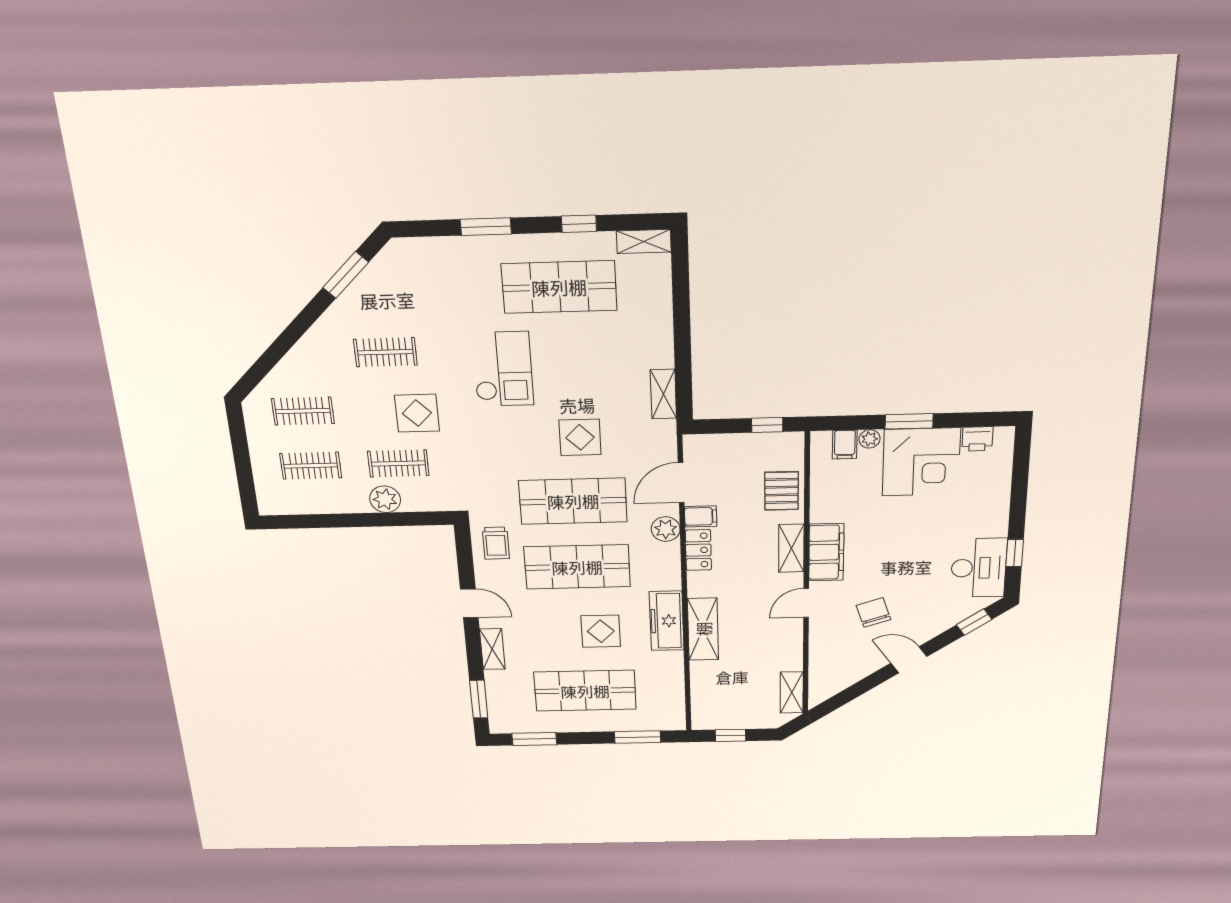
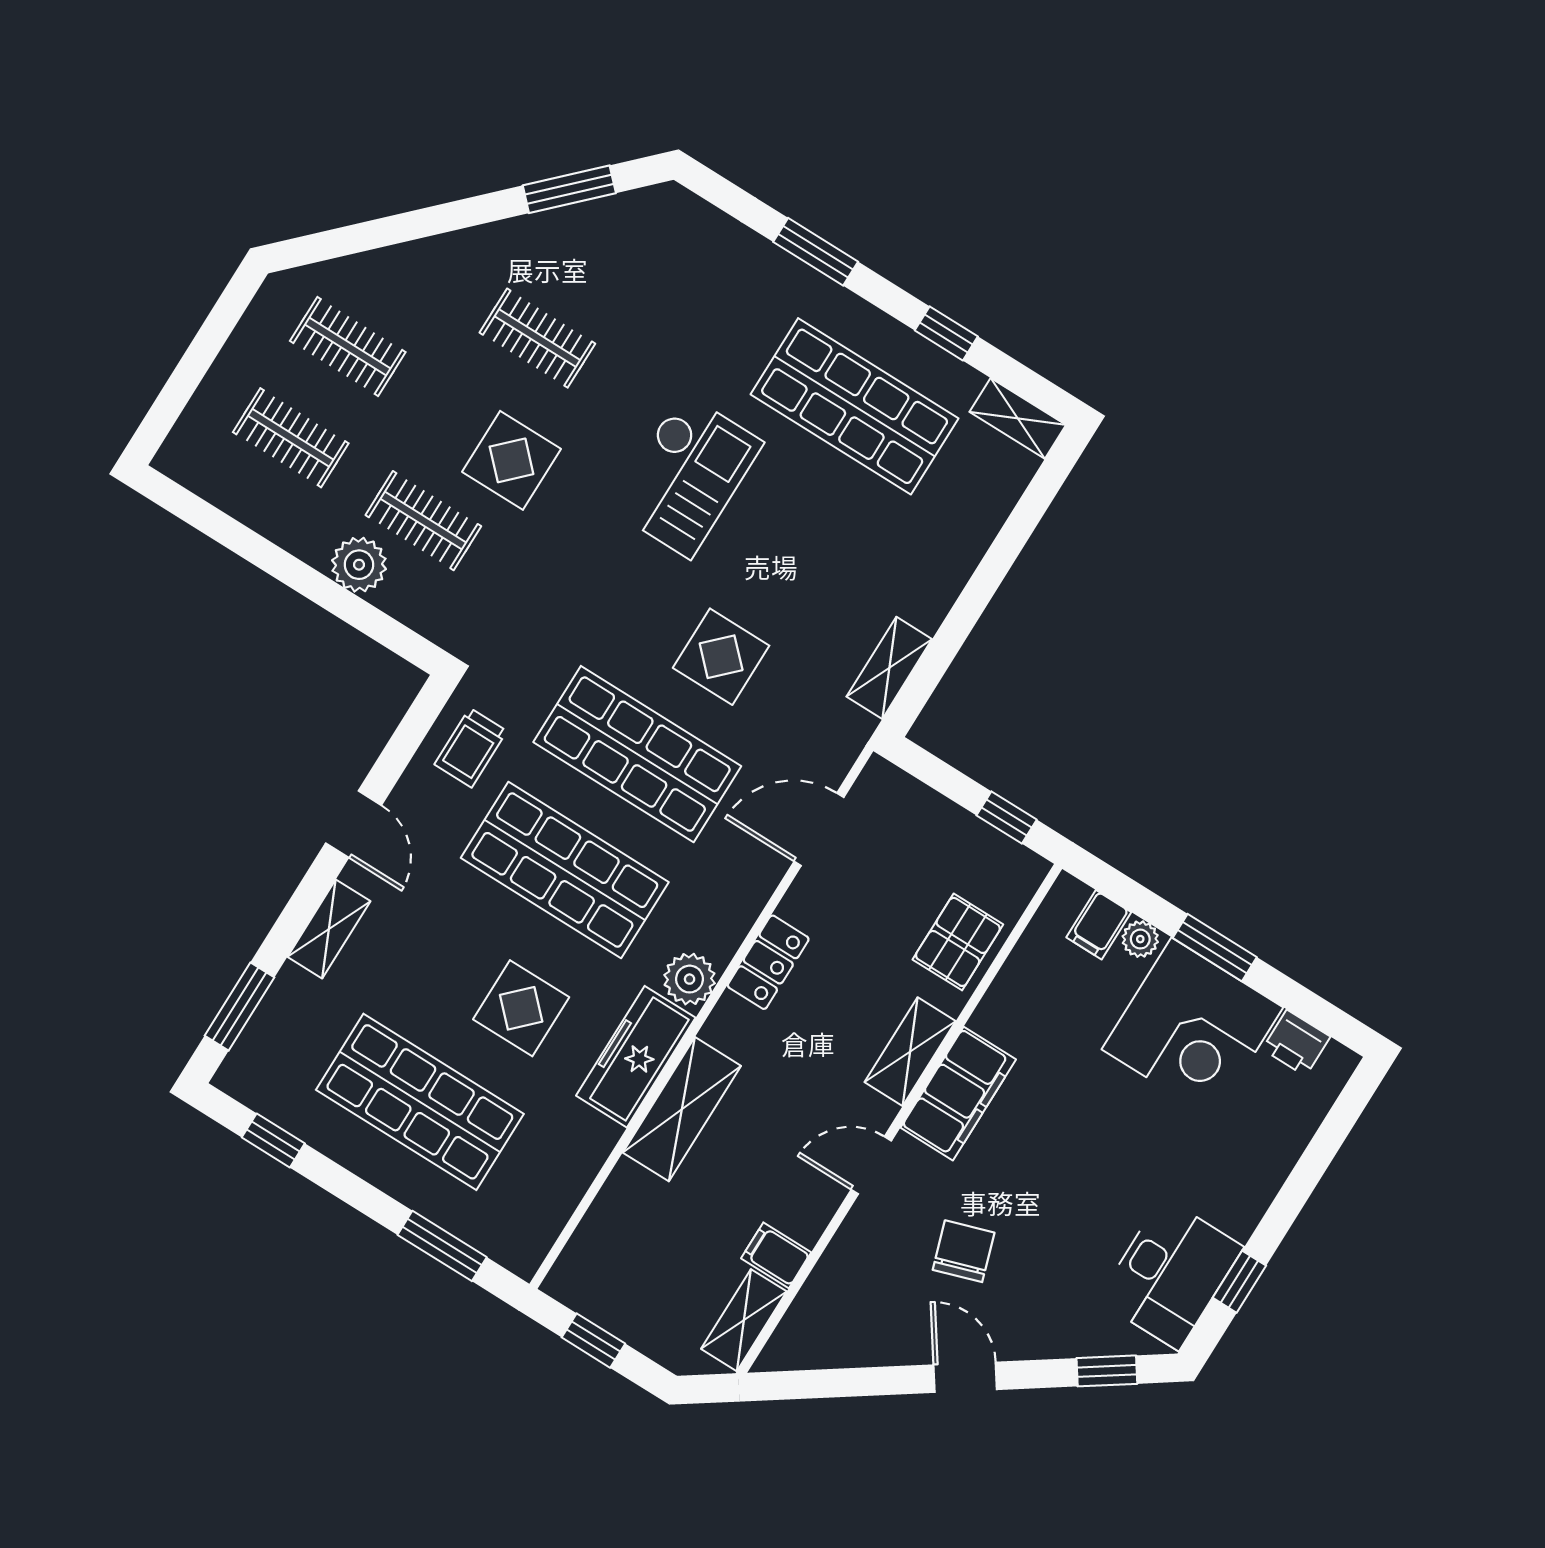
filing cabinet: (701, 516) -> (776, 1255), moved, turned 180
plant: (666, 529) -> (690, 979), moved
window: (534, 739) -> (273, 1140), width x0.67

